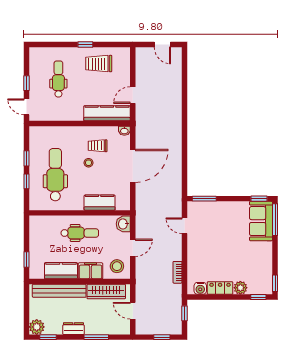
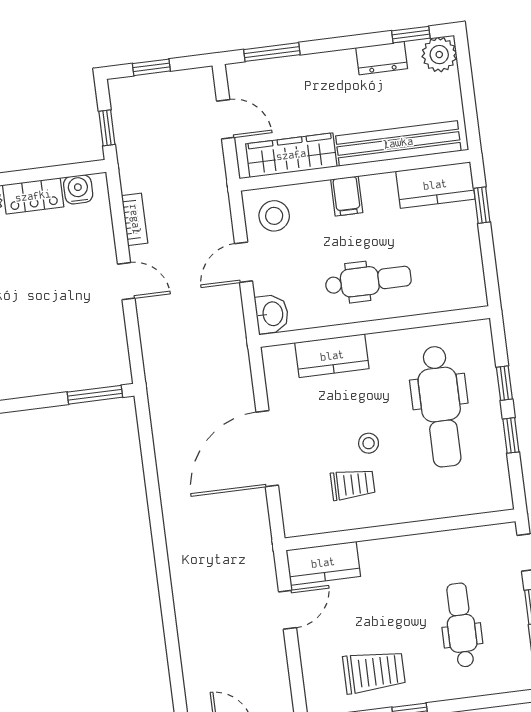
dental chair: (58, 79) -> (461, 625), turned 180
kitchen counter: (107, 113) -> (323, 563), width x0.67
washbasin: (124, 131) -> (296, 526), removed
door: (184, 226) -> (126, 281), moved
dental chair: (80, 233) -> (368, 281), turned 180
kitchen counter: (61, 271) -> (435, 185), moved
filing cabinet: (91, 271) -> (347, 196), width x0.50
dresser: (73, 329) -> (382, 58), moved
window: (96, 337) -> (272, 52), moved

